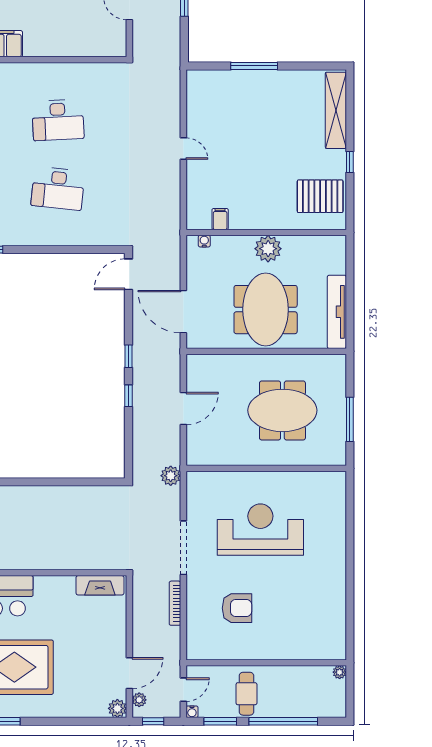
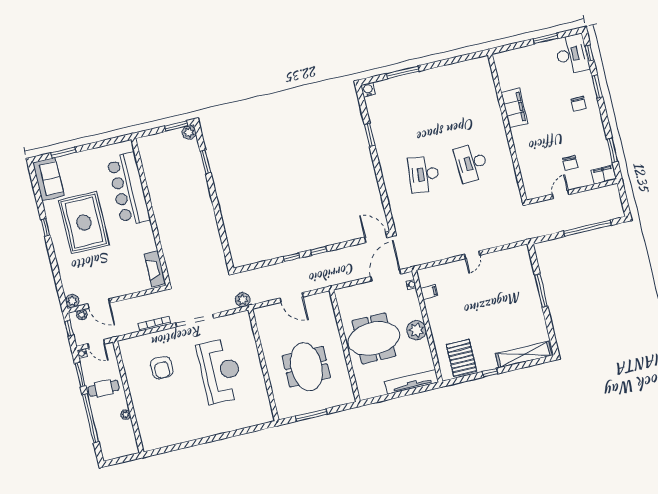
door: (183, 312) -> (386, 275), moved
tv unit: (337, 312) -> (412, 382), moved
plant: (340, 672) -> (126, 415), moved

